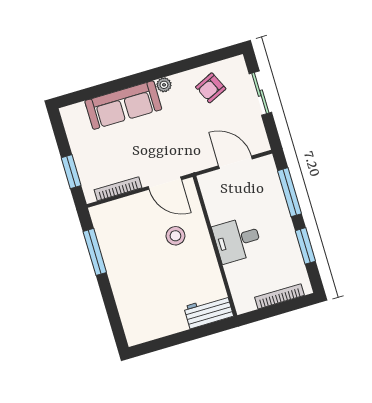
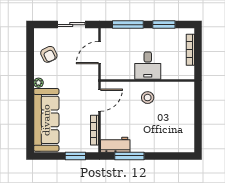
sliding door: (260, 93) -> (71, 25), moved
sofa: (123, 105) -> (46, 120), width x1.36, depth x1.27
stool: (175, 236) -> (148, 98), moved
workbench: (209, 311) -> (115, 145), moved, turned 90

